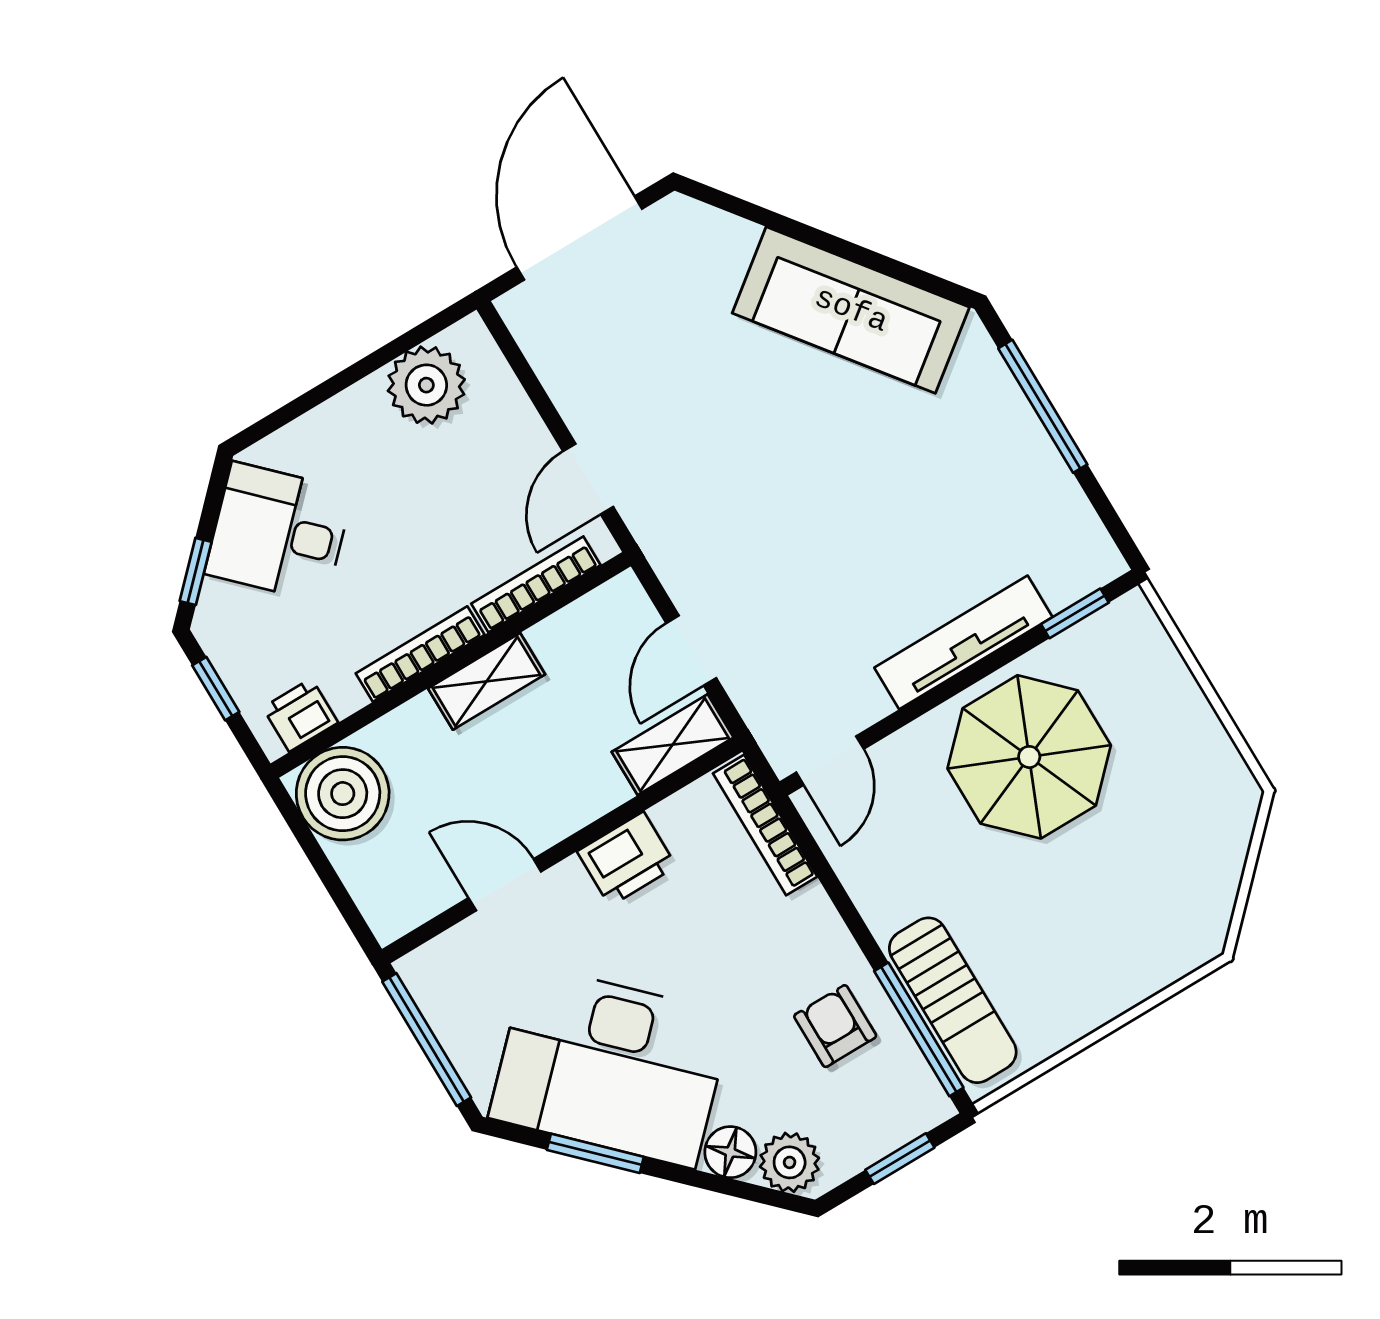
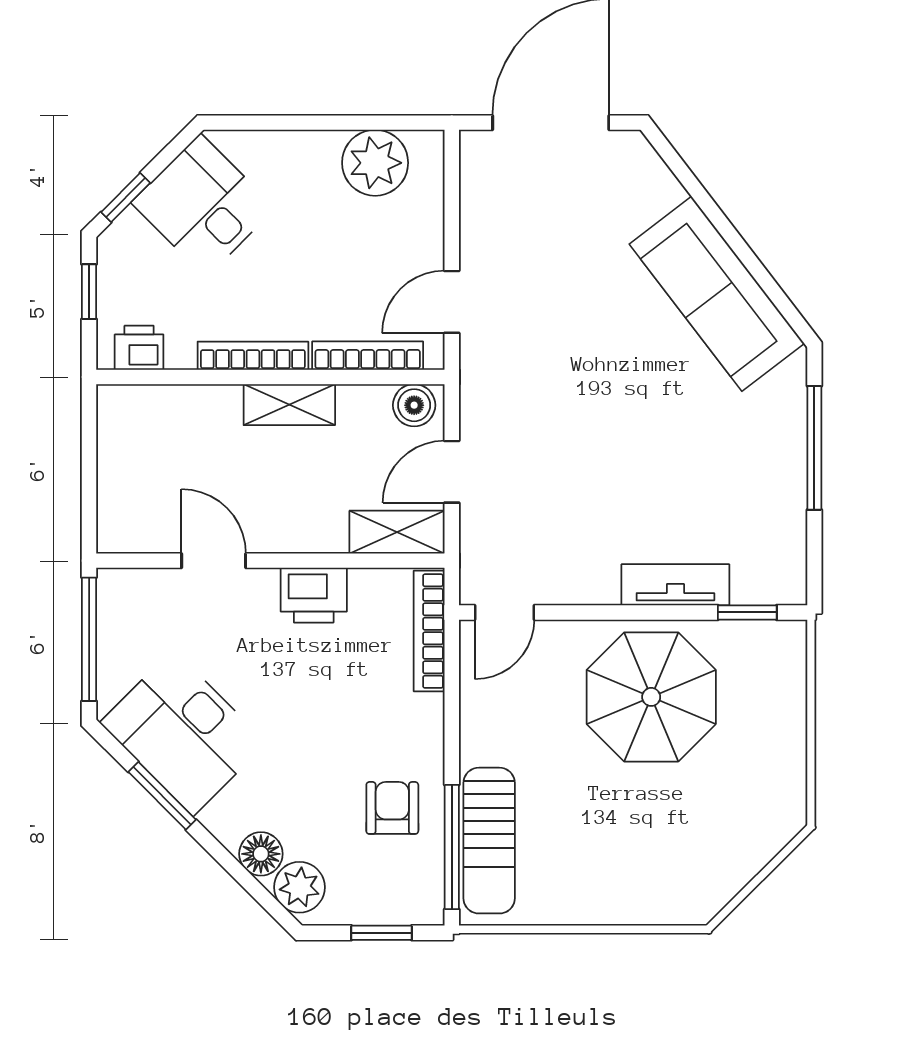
tv unit: (963, 642) -> (675, 585), width x0.71
boiler: (343, 794) -> (414, 405), moved, width x0.54, depth x0.54
desk: (611, 1066) -> (183, 733), width x0.73, depth x0.77

